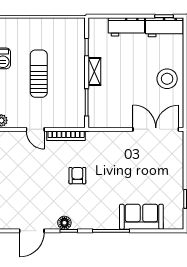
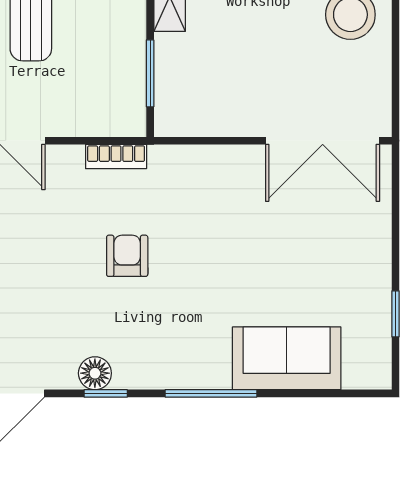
double door: (156, 129) -> (323, 141), swing flipped
bookcase: (66, 136) -> (116, 157), width x0.64

